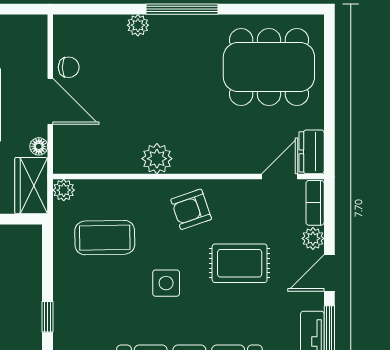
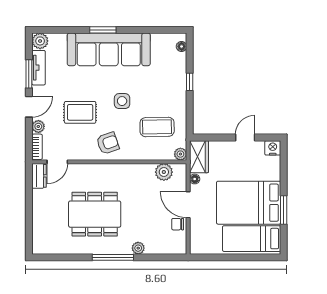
dining table: (269, 67) -> (95, 214), moved
plant: (157, 159) -> (164, 172), moved

